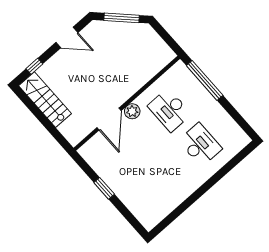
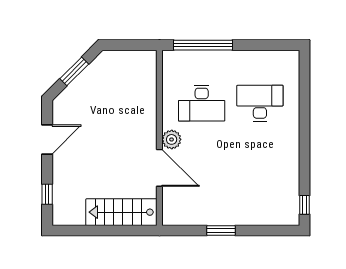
window: (122, 18) -> (74, 71), width x0.69
stairs: (45, 100) -> (121, 212), moved
window: (163, 225) -> (305, 205), added

